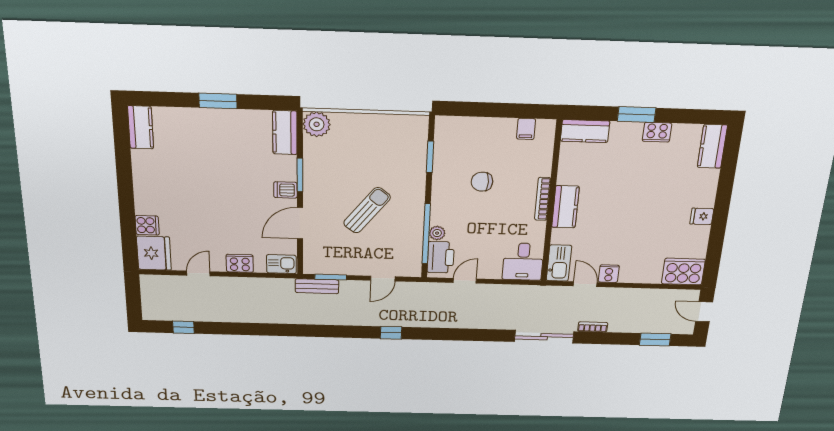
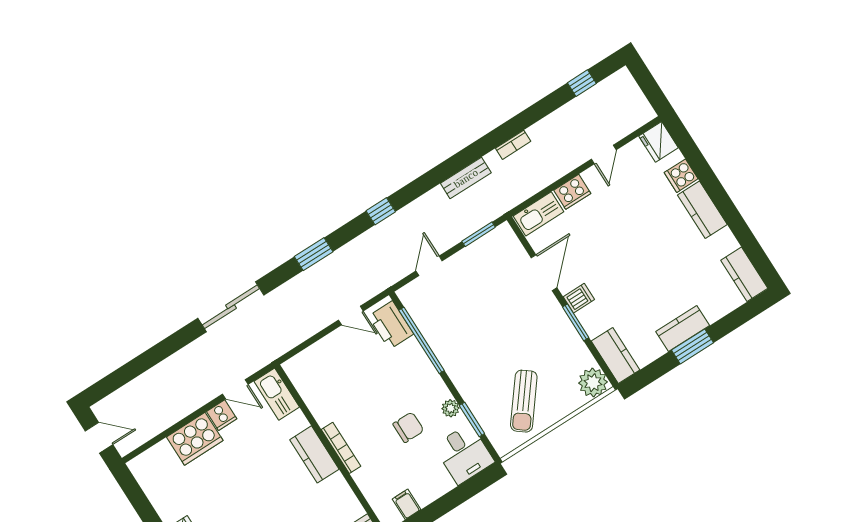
kitchen counter: (217, 119) -> (683, 328), added
kitchen counter: (145, 193) -> (702, 210), added
sun lounger: (367, 210) -> (524, 401), moved
plant: (437, 233) -> (451, 408), moved
fridge: (154, 253) -> (659, 142), width x0.73, depth x0.75
desk: (523, 262) -> (464, 454), moved, turned 180
kitchen sink: (281, 264) -> (538, 214), width x1.38
cooker: (683, 272) -> (195, 439), moved
door: (465, 281) -> (351, 316), hinge flipped
bench: (317, 286) -> (466, 178), moved
bookcase: (593, 327) -> (513, 145), moved
window: (655, 340) -> (314, 254), moved

